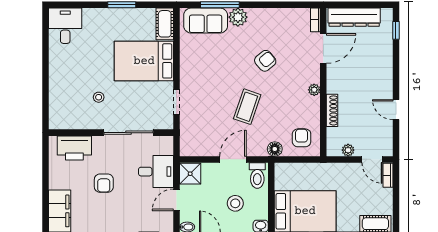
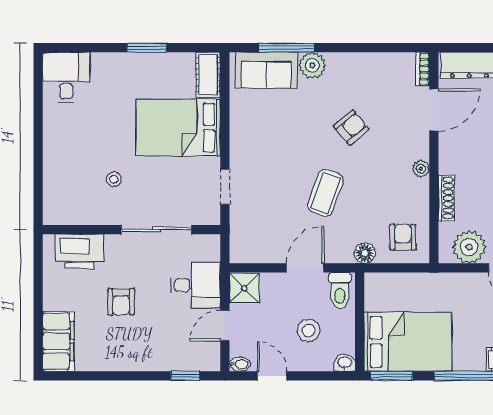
plant: (348, 150) -> (469, 247), width x1.87, depth x1.87

